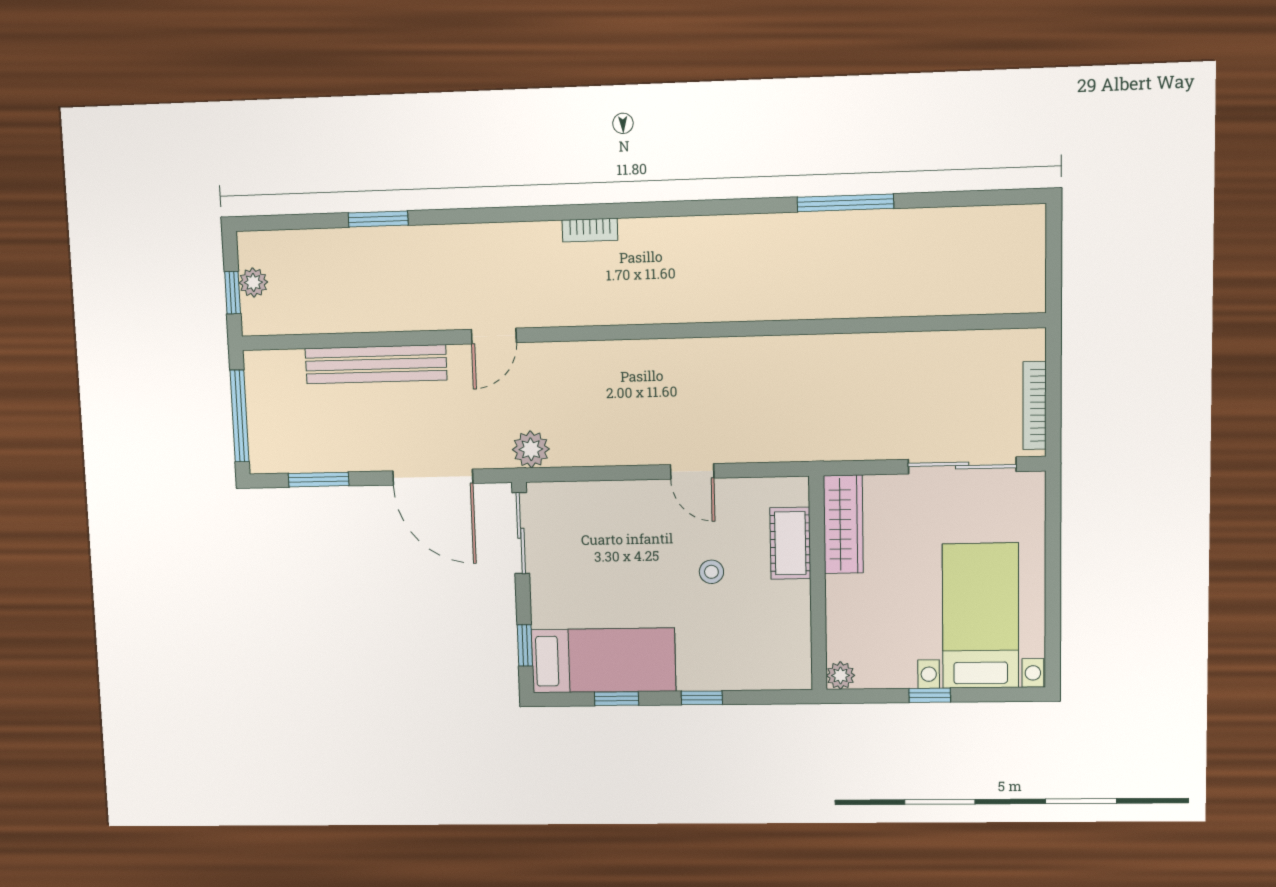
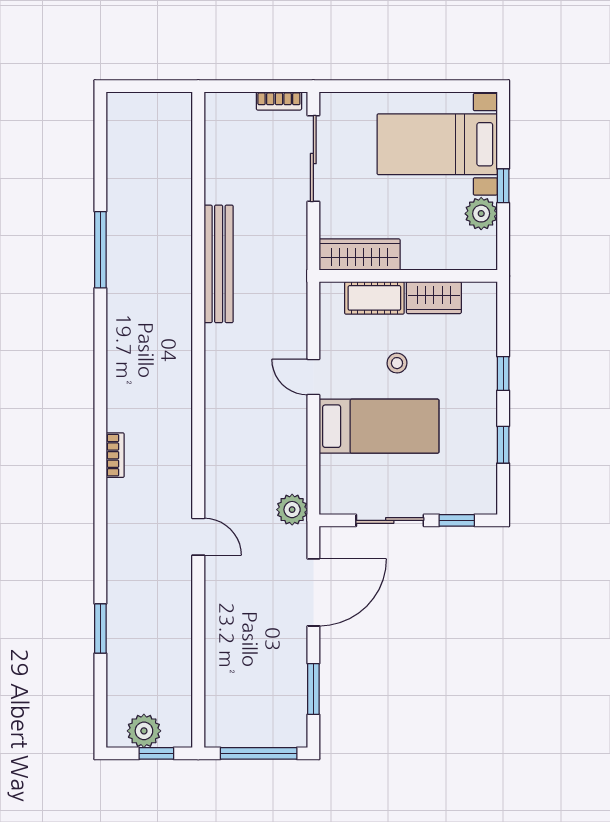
plant: (253, 282) -> (144, 731), width x1.38, depth x1.38
bench: (376, 364) -> (219, 264), moved
bookcase: (1035, 406) -> (279, 101), width x0.64
door: (692, 471) -> (313, 377), swing flipped
sliding door: (521, 533) -> (390, 520), moved
wardrobe: (792, 615) -> (434, 298), added
bed: (603, 660) -> (379, 426), moved, turned 90
plant: (841, 675) -> (481, 214), moved, width x1.38, depth x1.38

